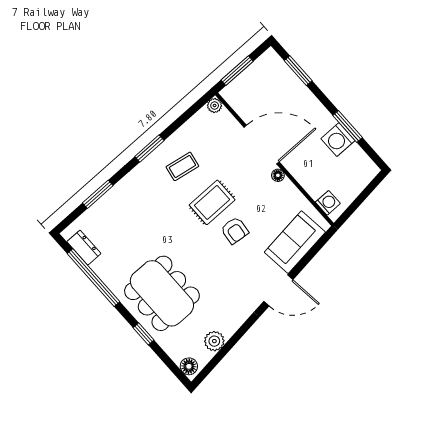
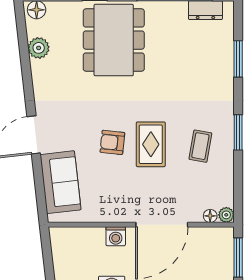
floor lamp: (278, 175) -> (210, 216), moved
washing machine: (328, 203) -> (116, 236), moved
dining table: (162, 293) -> (114, 40), turned 90

